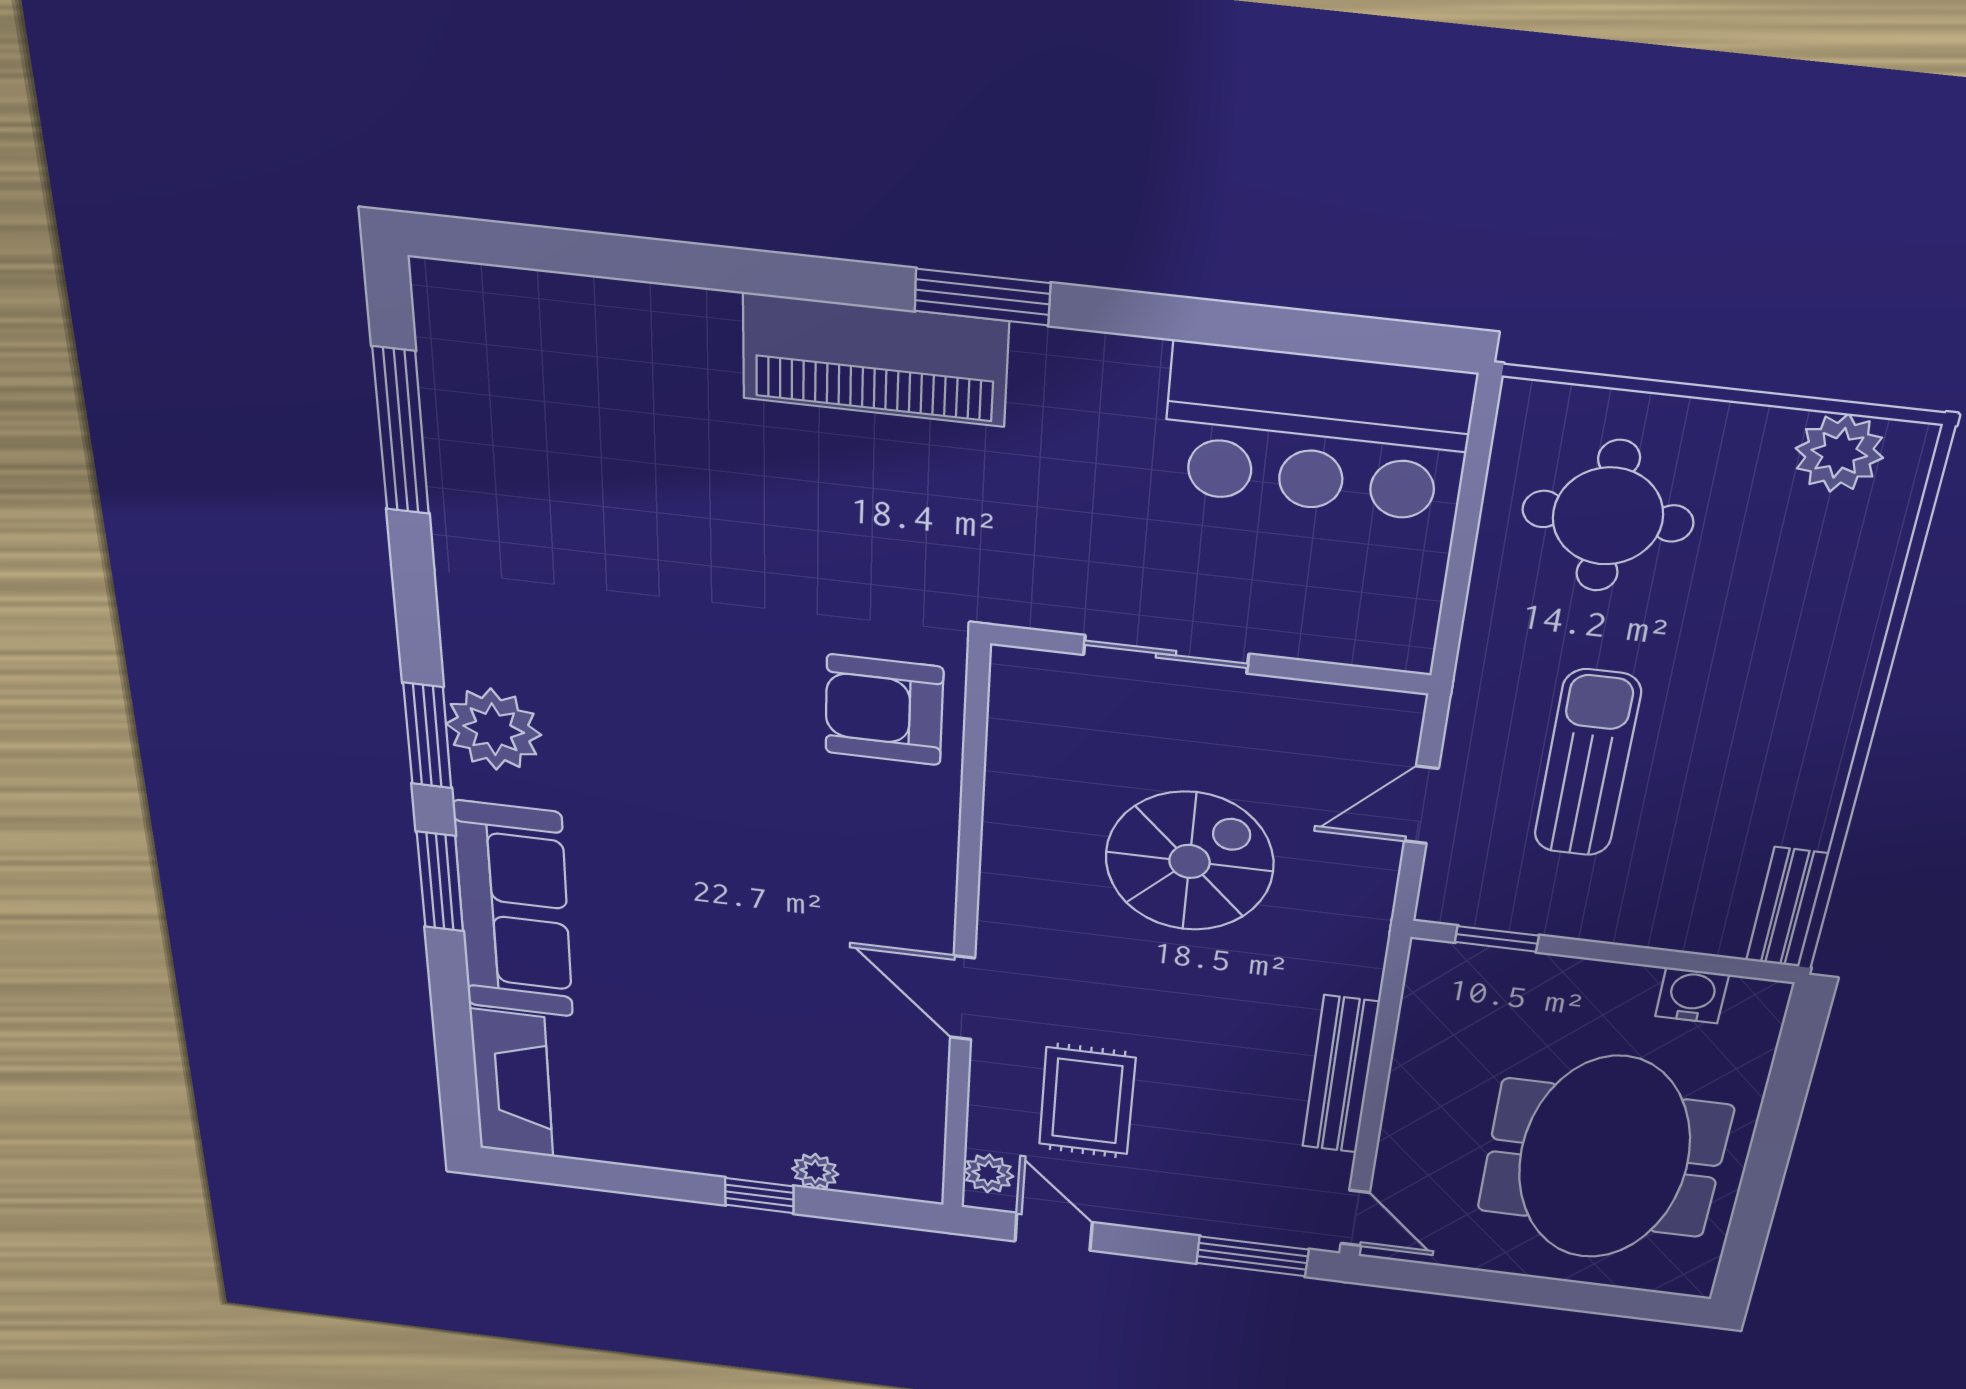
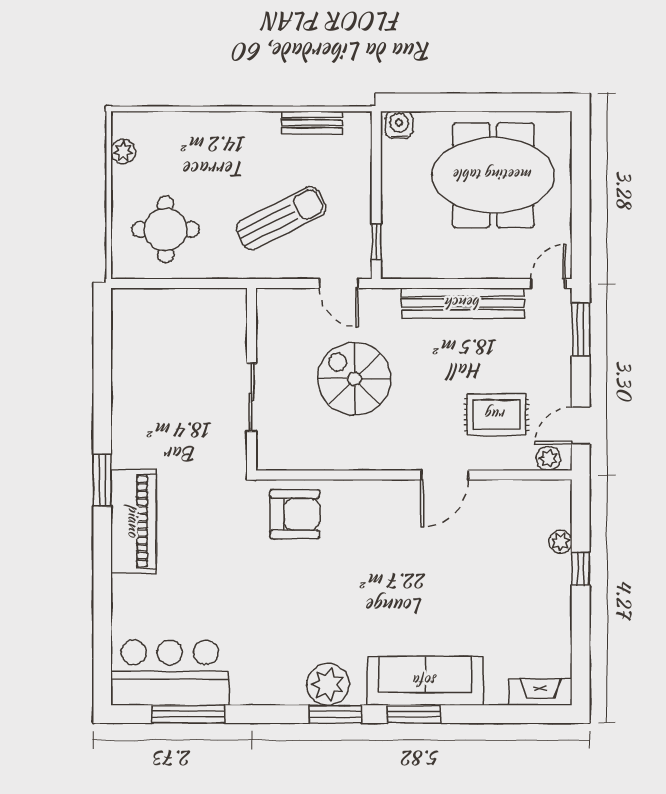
bar counter: (1316, 433) -> (170, 673), moved, turned -90
plant: (1839, 453) -> (123, 151), width x0.73, depth x0.73
armchair: (884, 710) -> (295, 514), turned -90
sun lounger: (1587, 764) -> (281, 218), turned 153
door: (1421, 805) -> (339, 284), moved
bench: (1787, 907) -> (312, 123), moved
water cooler: (1692, 995) -> (399, 125), moved, turned 90
bench: (1340, 1075) -> (463, 303), width x1.37, depth x1.21
fireplace: (512, 1084) -> (540, 692), width x0.73, depth x0.76

